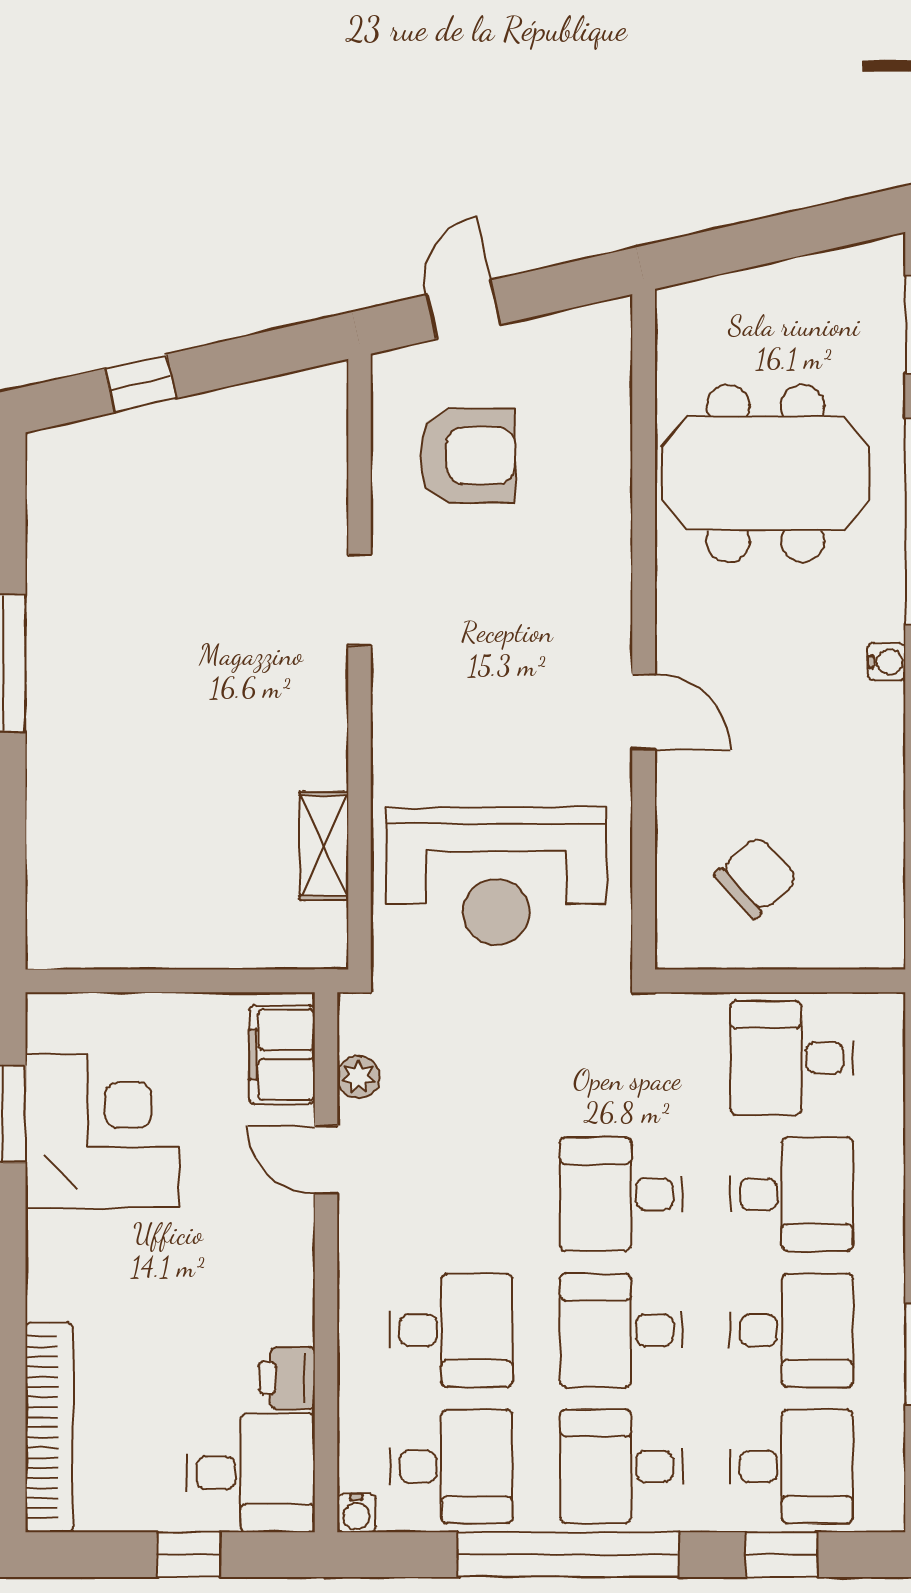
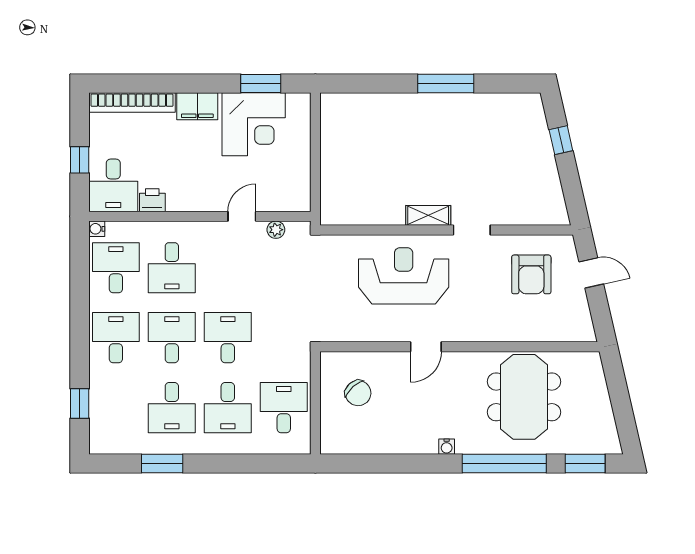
shelving: (324, 846) -> (428, 215), moved
reception desk: (496, 876) -> (404, 276), moved, turned 90
filing cabinet: (282, 1055) -> (197, 106), moved, turned 180
desk: (451, 1466) -> (116, 268), turned 180
desk: (792, 1466) -> (116, 408), removed
window: (568, 1555) -> (80, 316), removed

